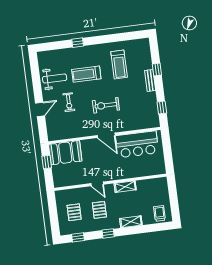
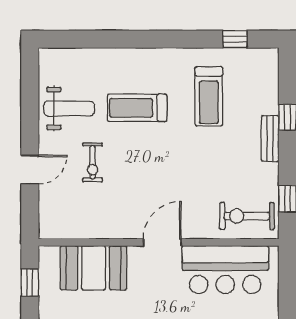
window: (78, 43) -> (235, 39), moved
exercise bike: (106, 105) -> (247, 216), moved
door: (106, 135) -> (162, 242), swing flipped
booth: (65, 153) -> (93, 268), moved

